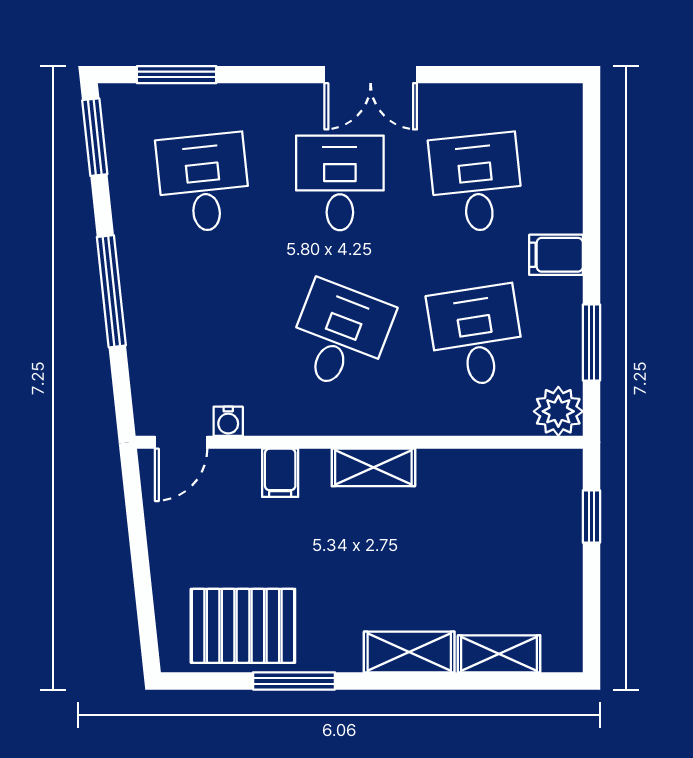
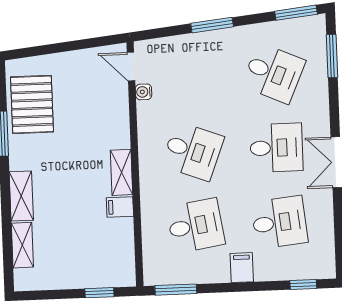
window: (591, 144) -> (303, 284), added
desk: (204, 183) -> (273, 73), turned 30
window: (111, 291) -> (212, 25), width x0.69
window: (591, 342) -> (176, 290), moved
plant: (558, 411) -> (156, 272), removed
filing cabinet: (280, 473) -> (120, 207), moved

